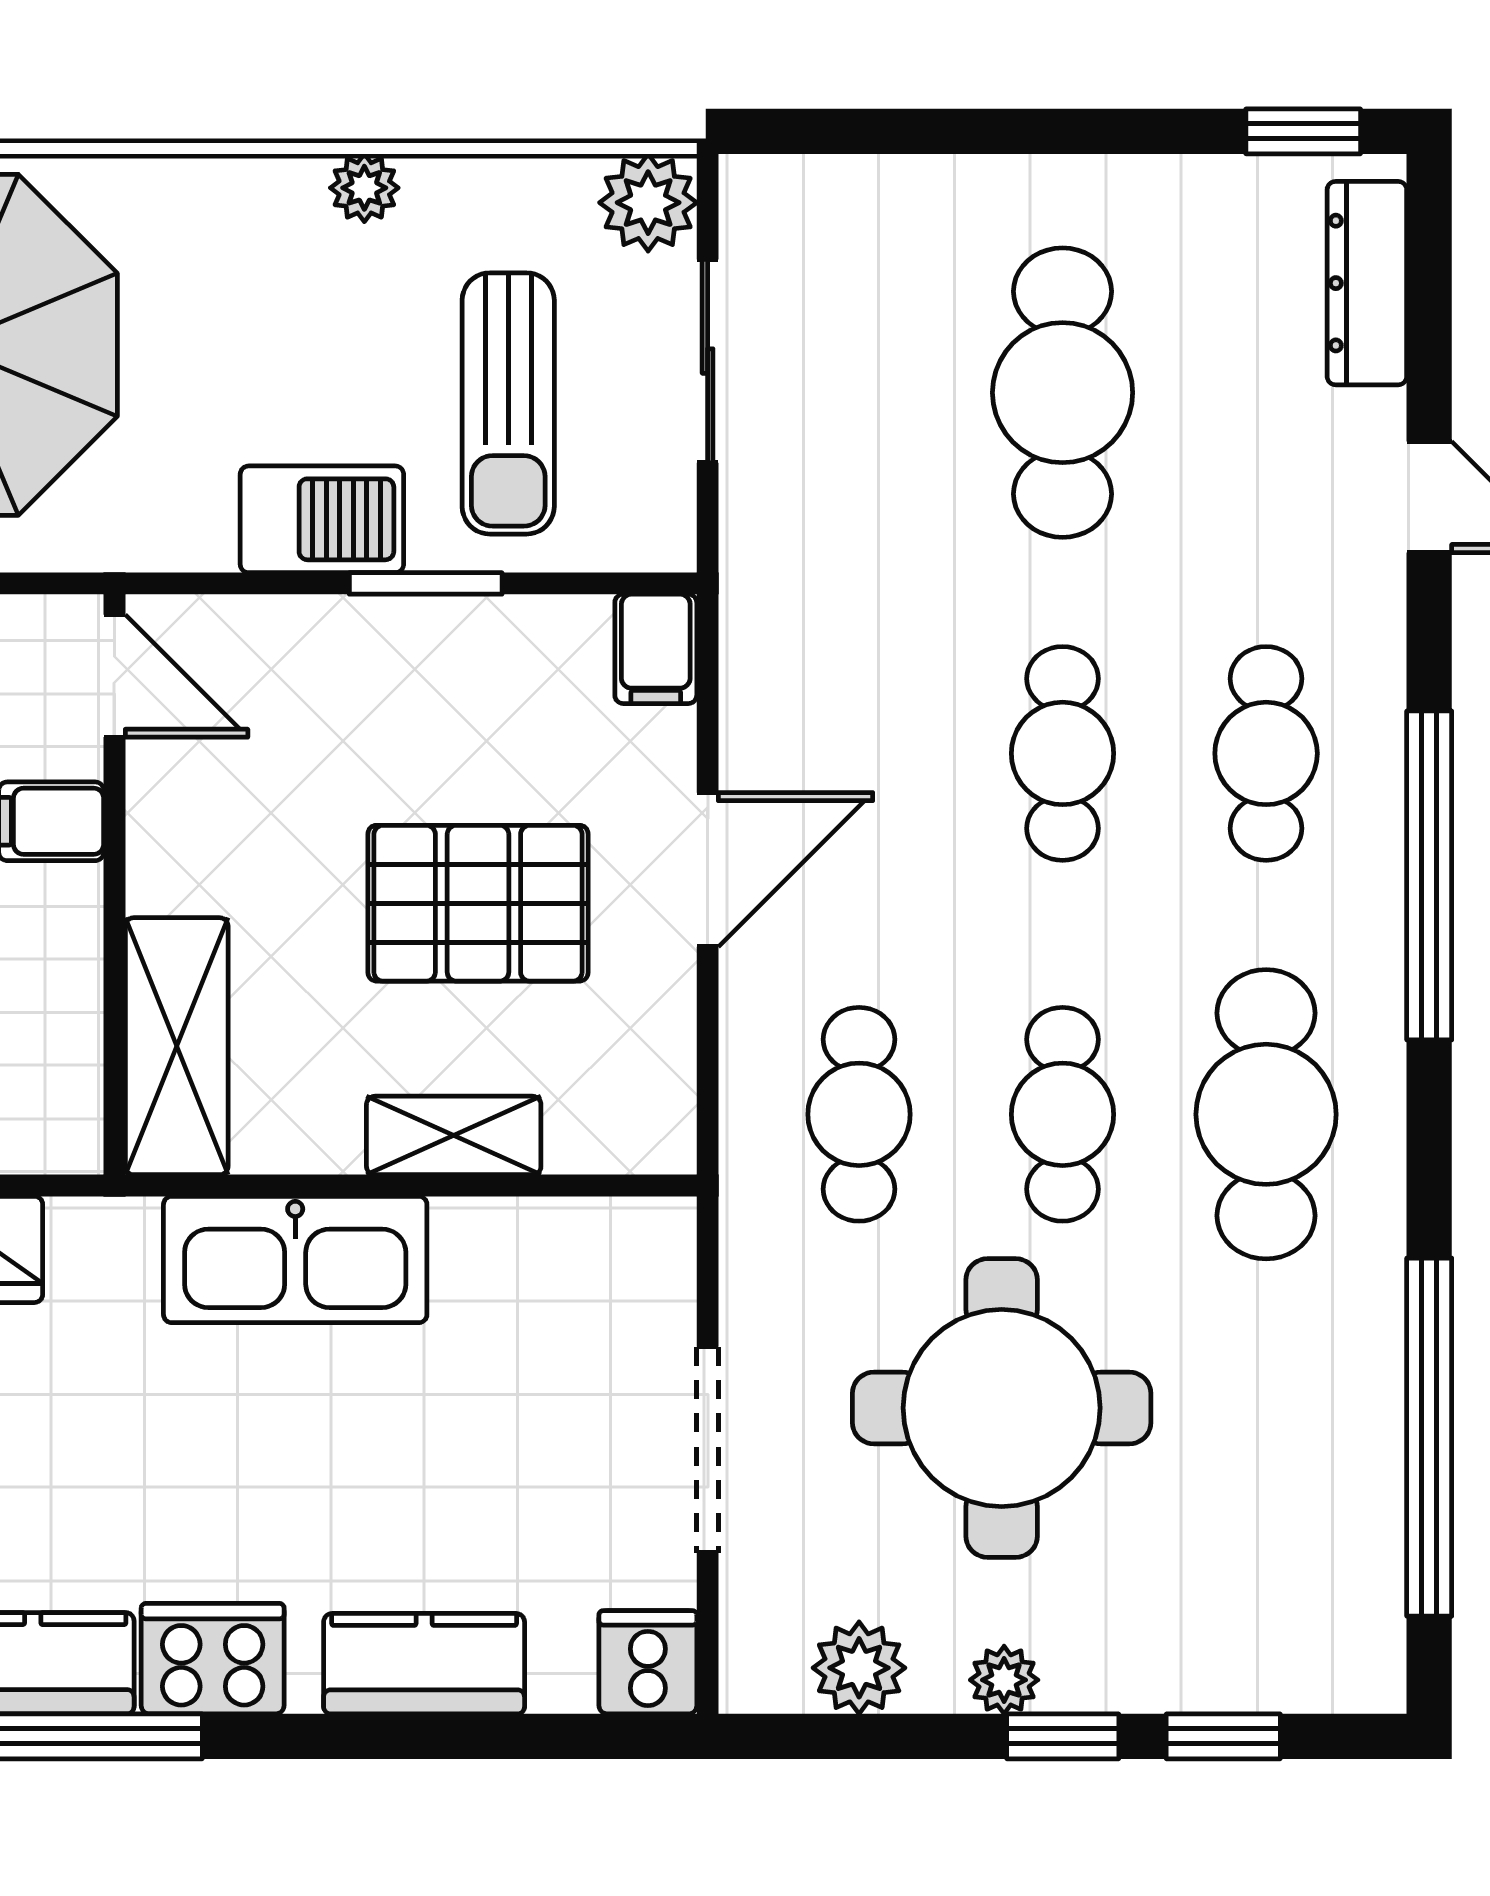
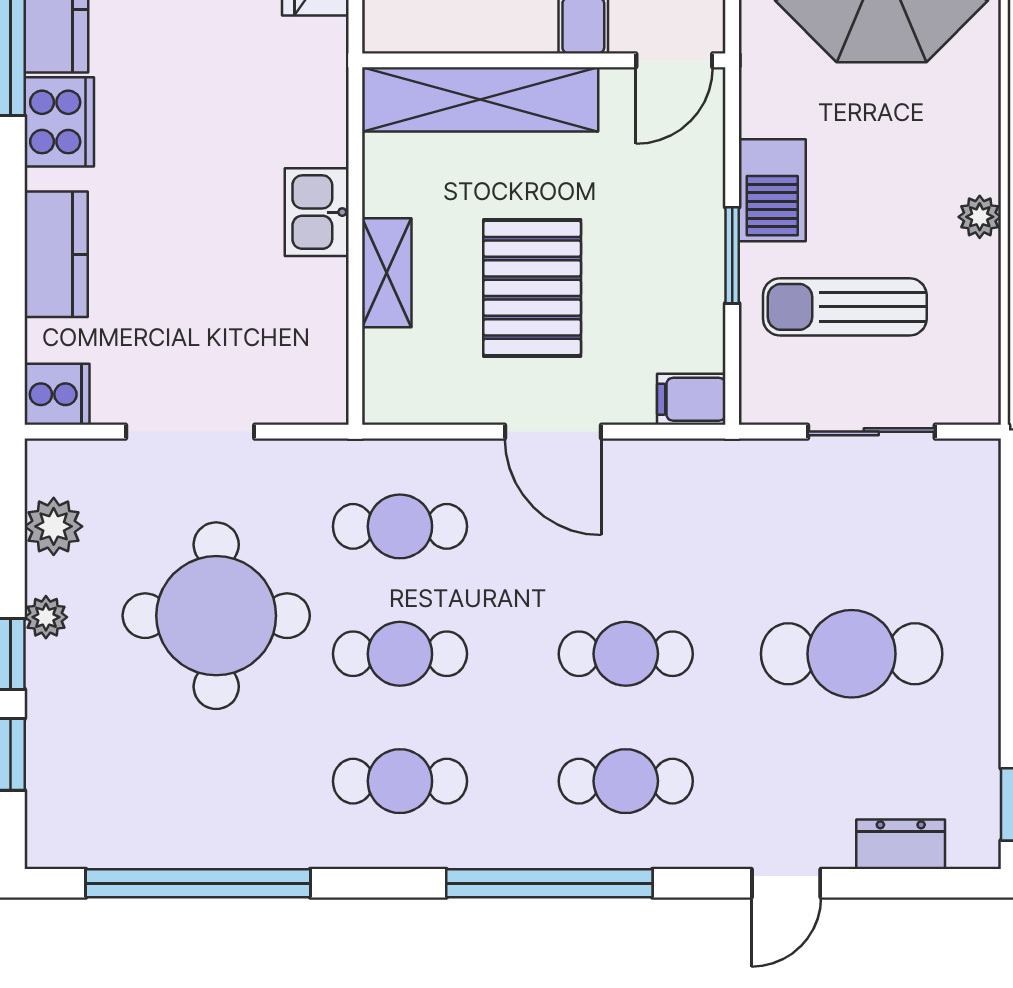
plant: (648, 203) -> (971, 394), removed
dresser: (1367, 283) -> (901, 844), width x0.70
shelving: (177, 1046) -> (480, 99), width x1.47
cafe table: (1266, 1114) -> (400, 781), width x0.73, depth x0.74
kitchen sink: (295, 1260) -> (317, 212), width x0.53, depth x0.81

